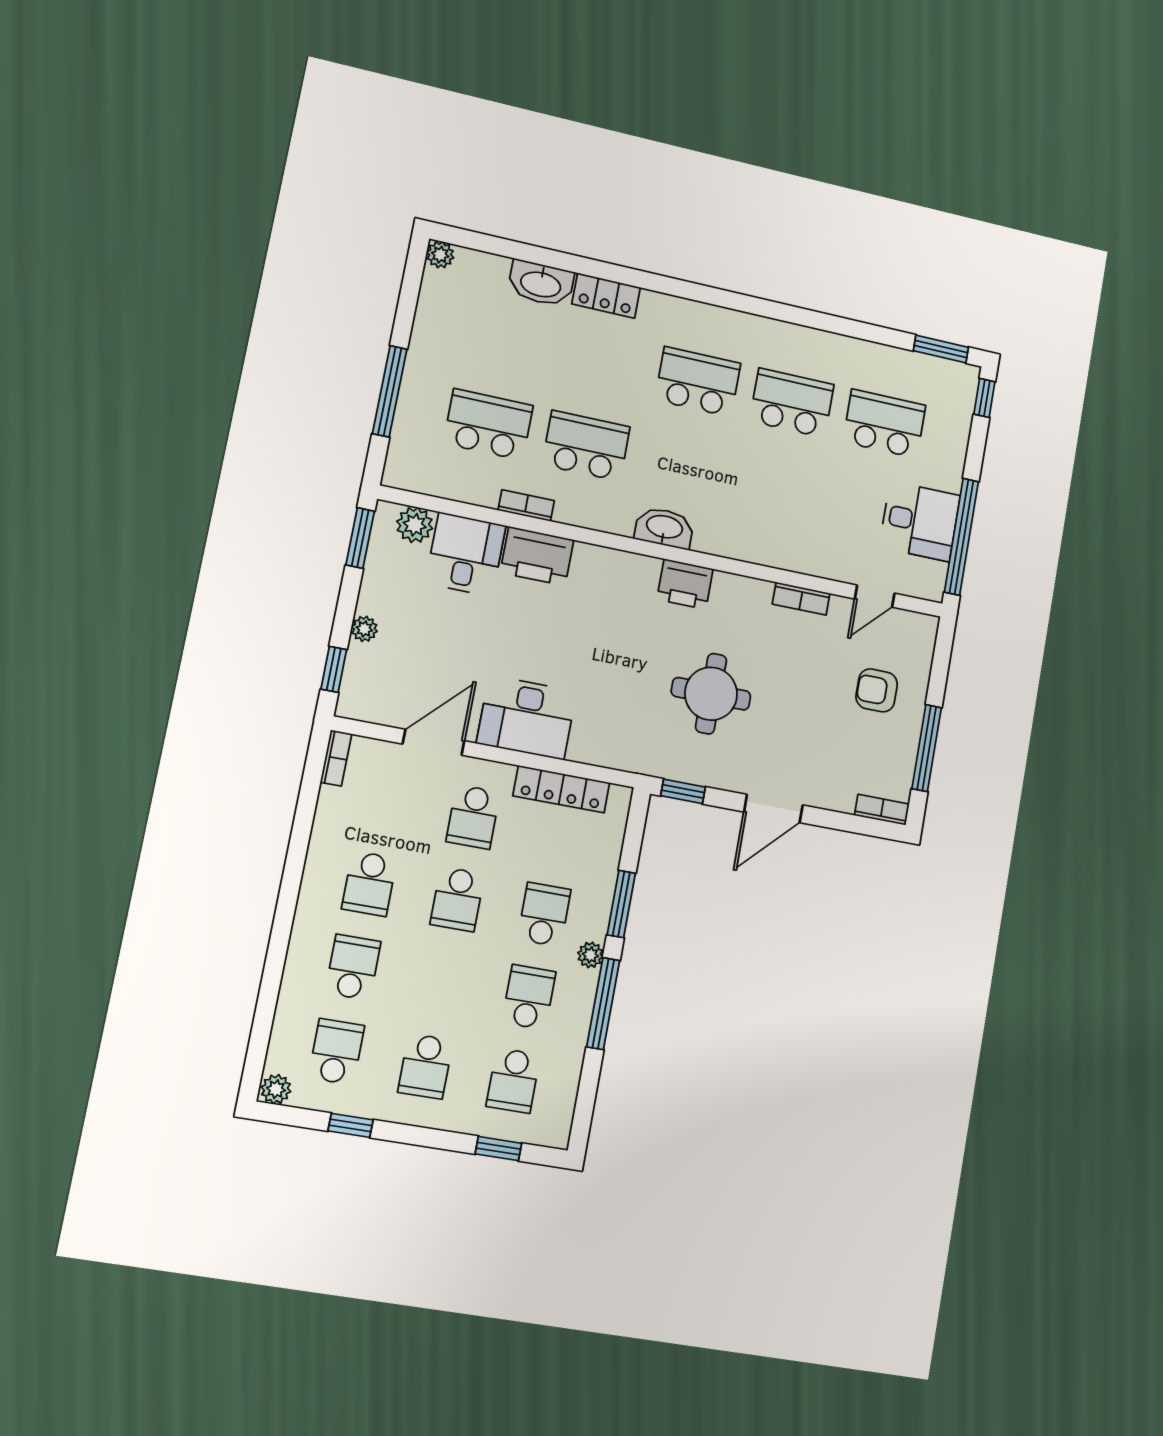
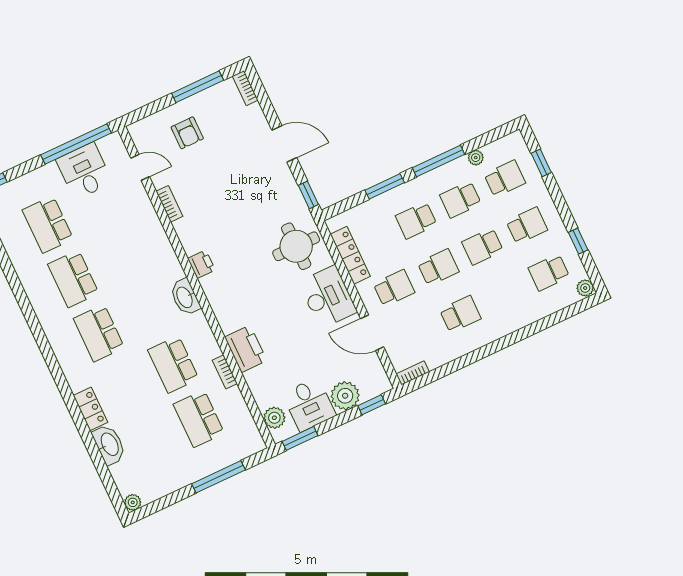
desk: (466, 554) -> (309, 404), moved, turned -90
printer: (685, 584) -> (201, 264), width x0.73, depth x0.81
plant: (364, 629) -> (345, 396), width x1.87, depth x1.87
round table: (711, 694) -> (296, 246), moved
plant: (590, 955) -> (476, 158), moved
school desk: (353, 967) -> (483, 246), moved

